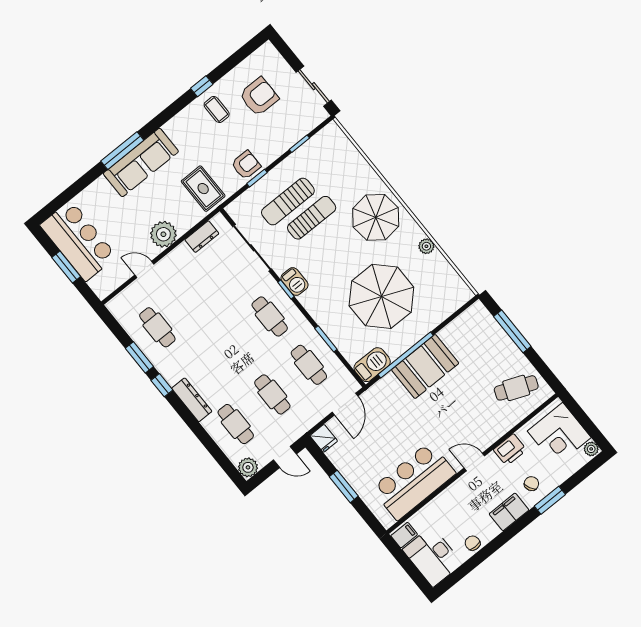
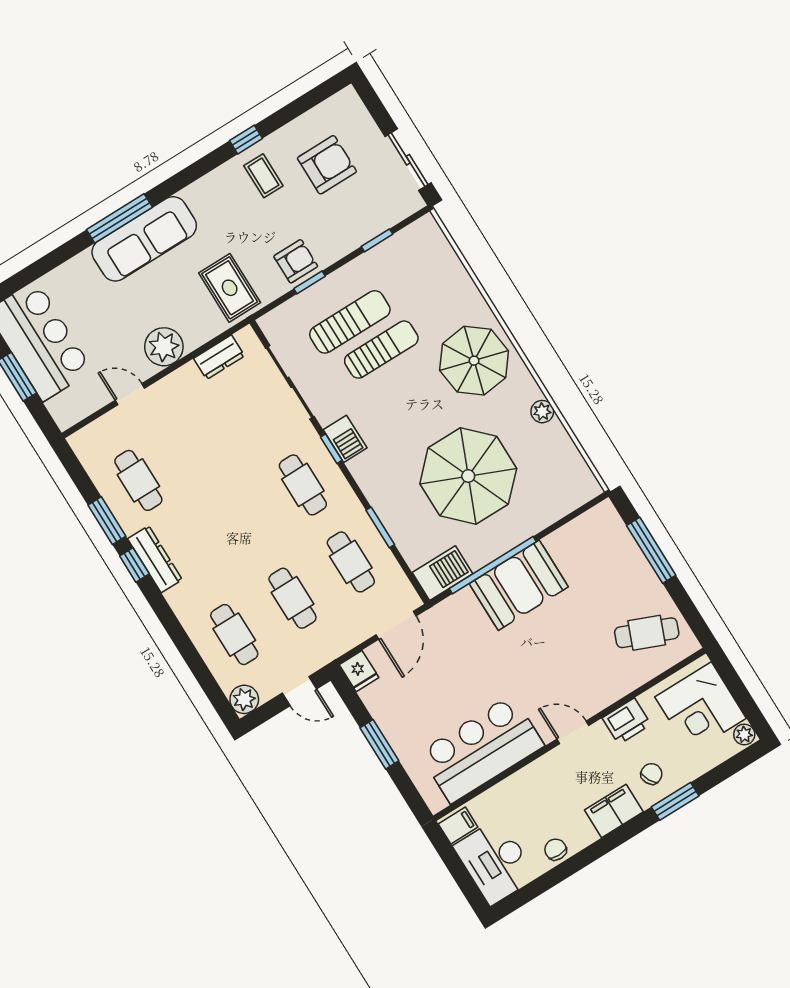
sun lounger: (288, 202) -> (350, 322), turned 180
dresser: (192, 400) -> (155, 559), moved

